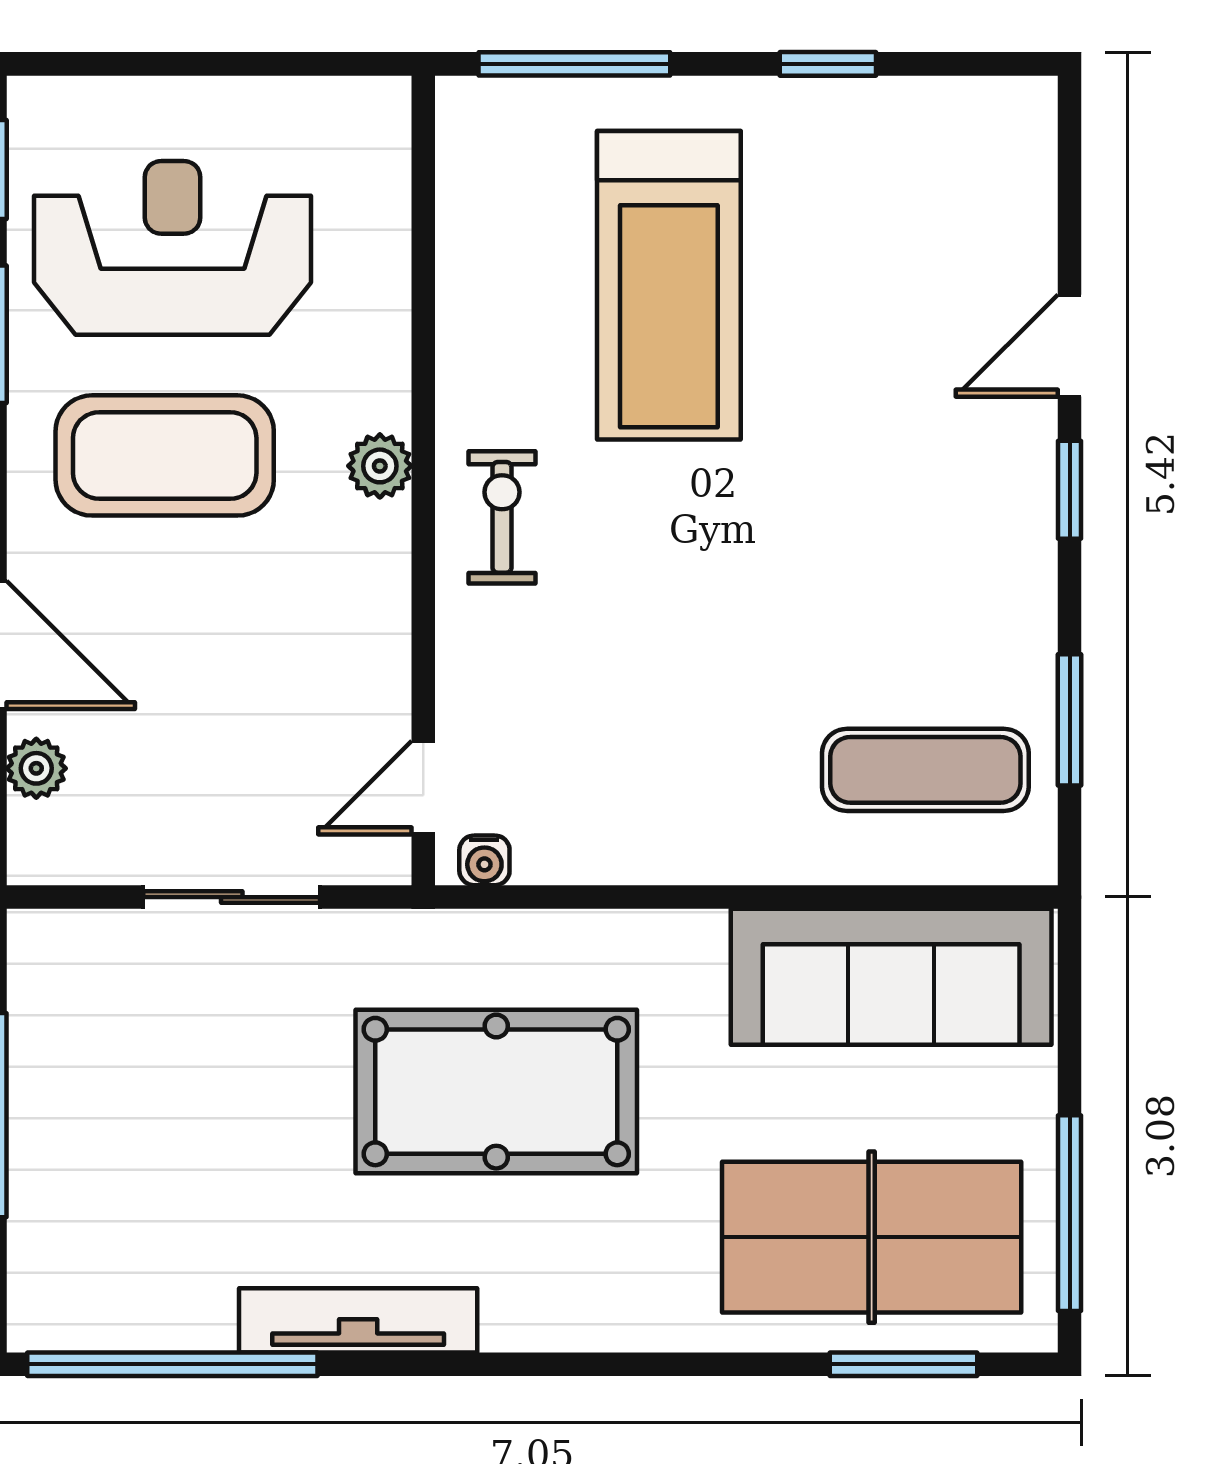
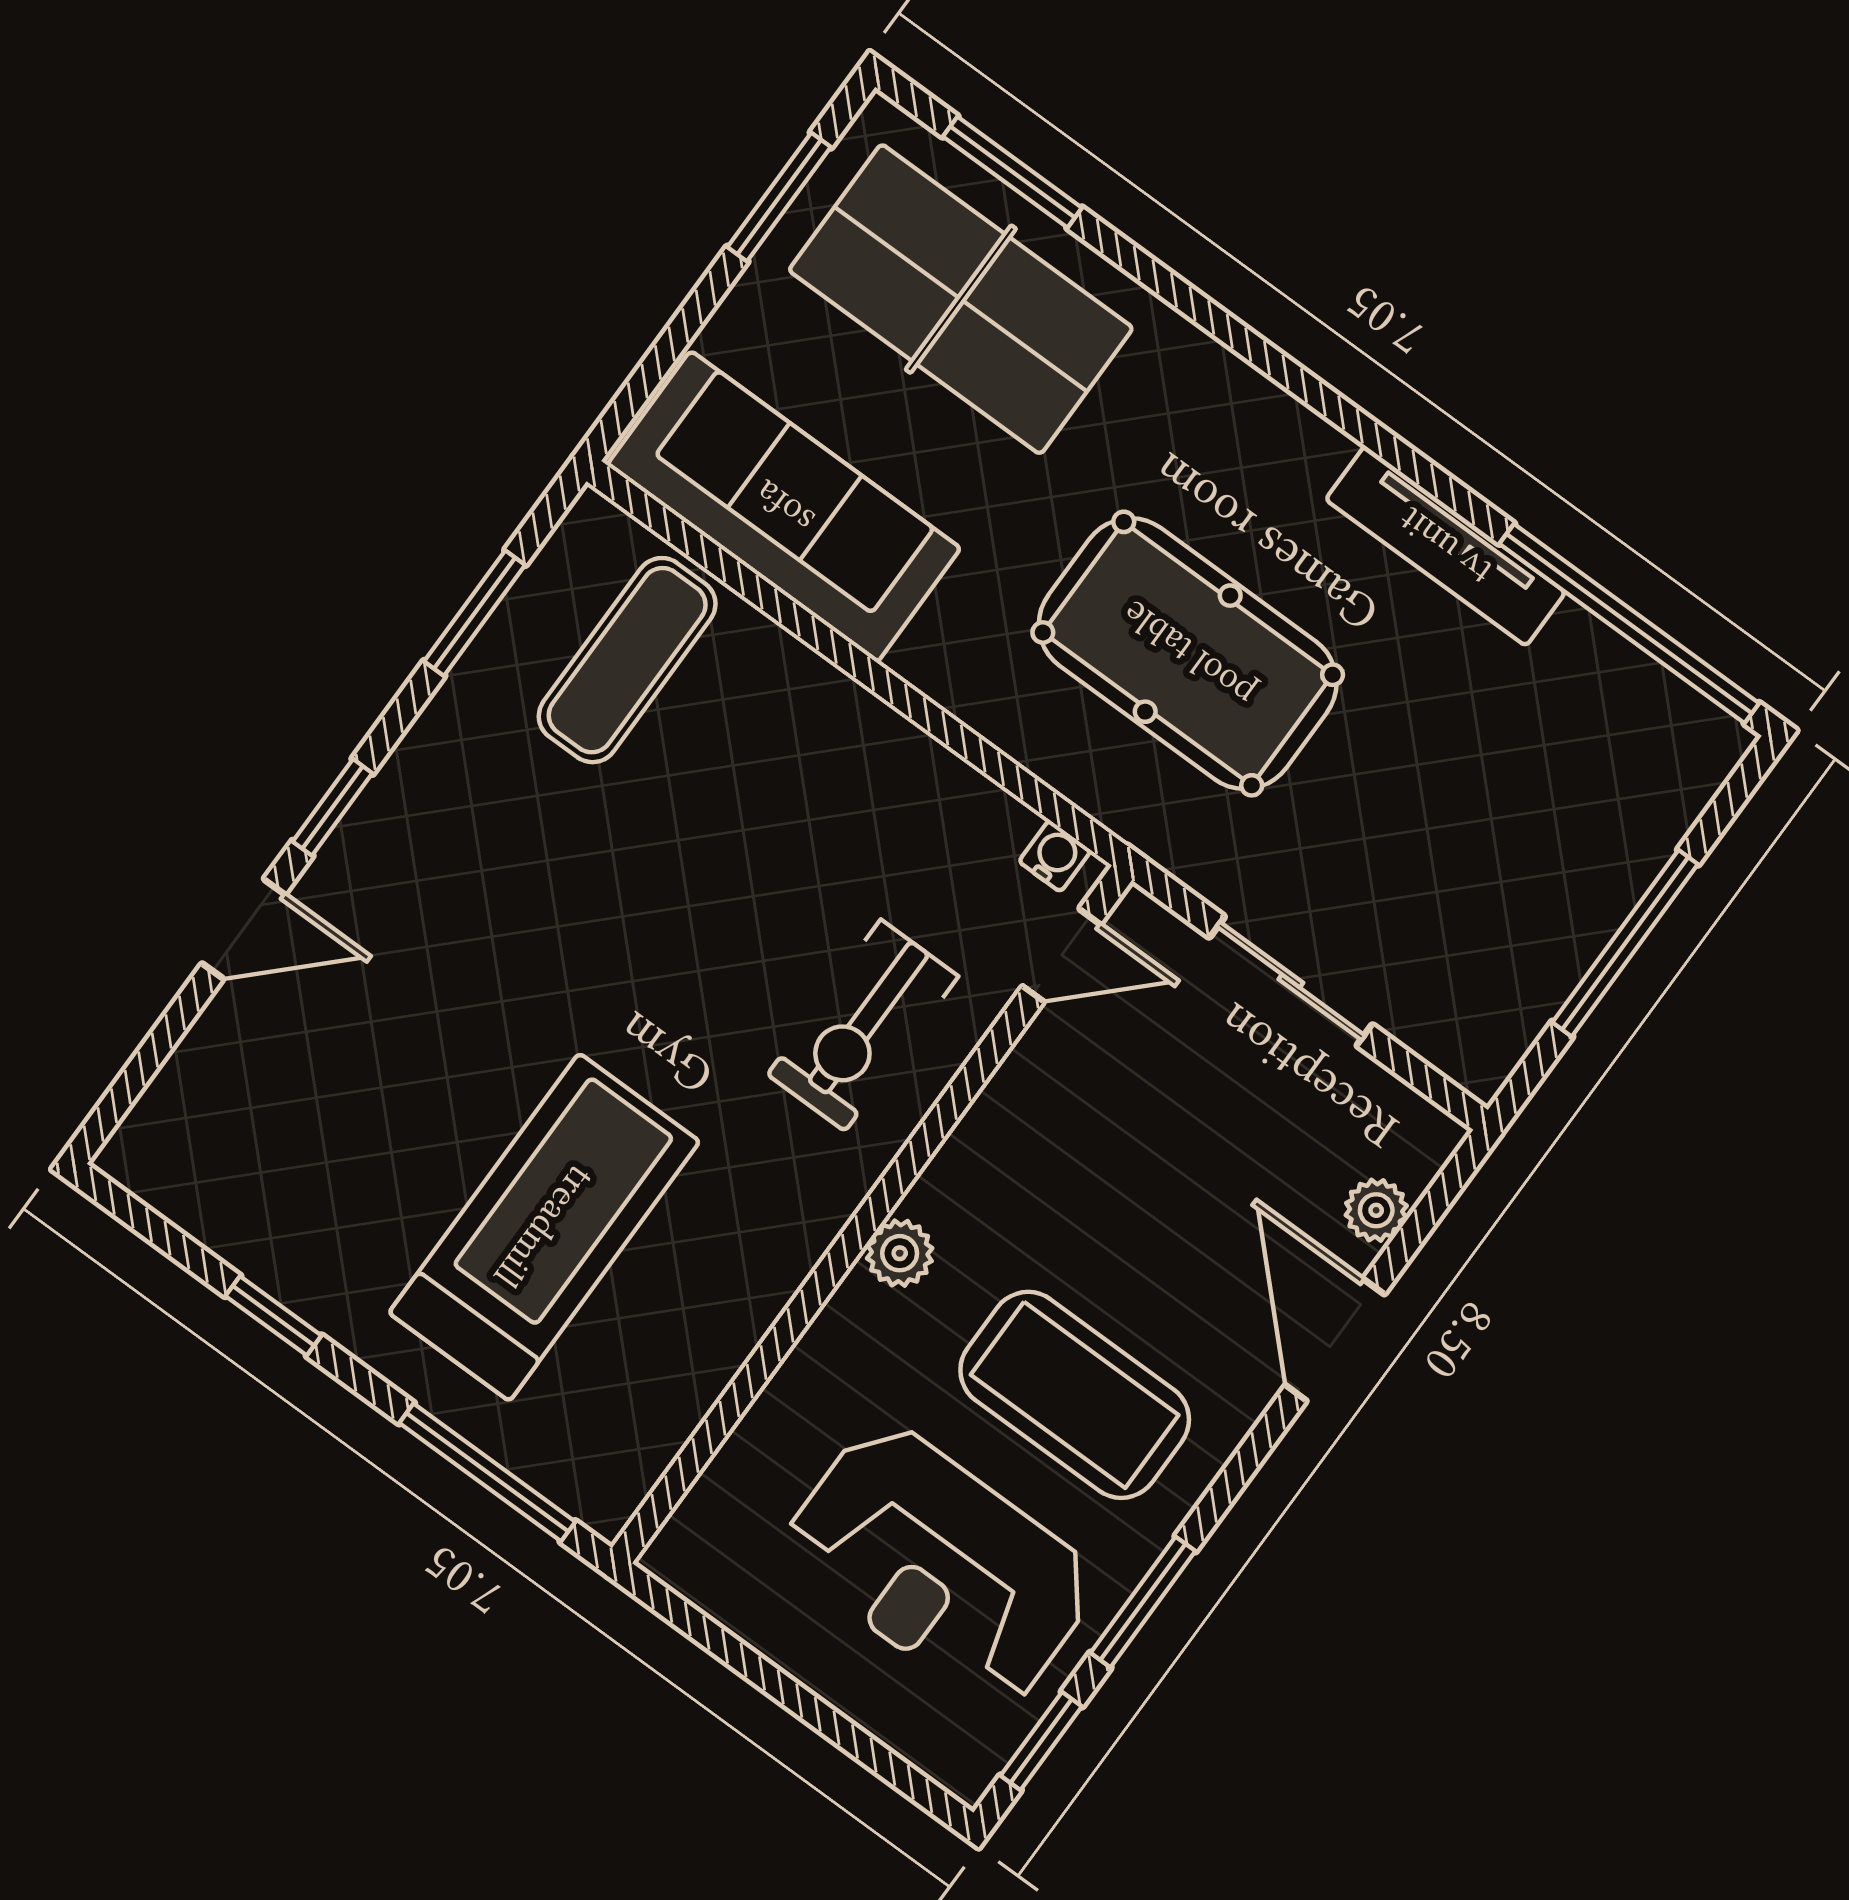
exercise bike: (502, 517) -> (863, 1025), moved, width x1.38, depth x1.39
exercise mat: (925, 770) -> (627, 660), turned 90
window: (1070, 1213) -> (779, 197), width x0.69

